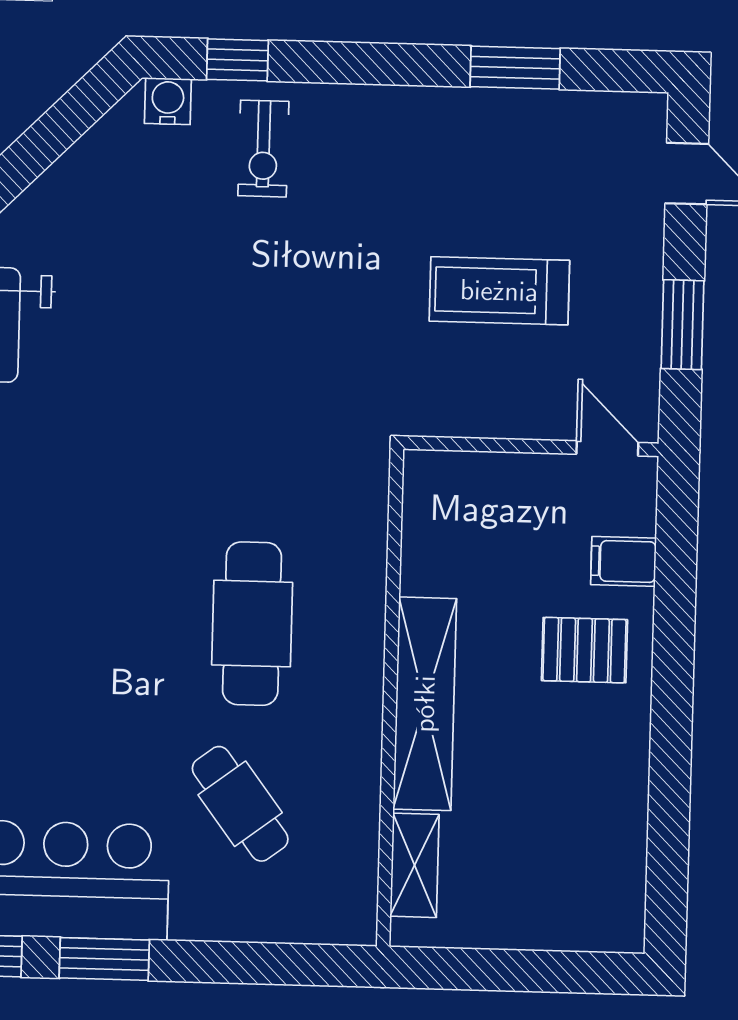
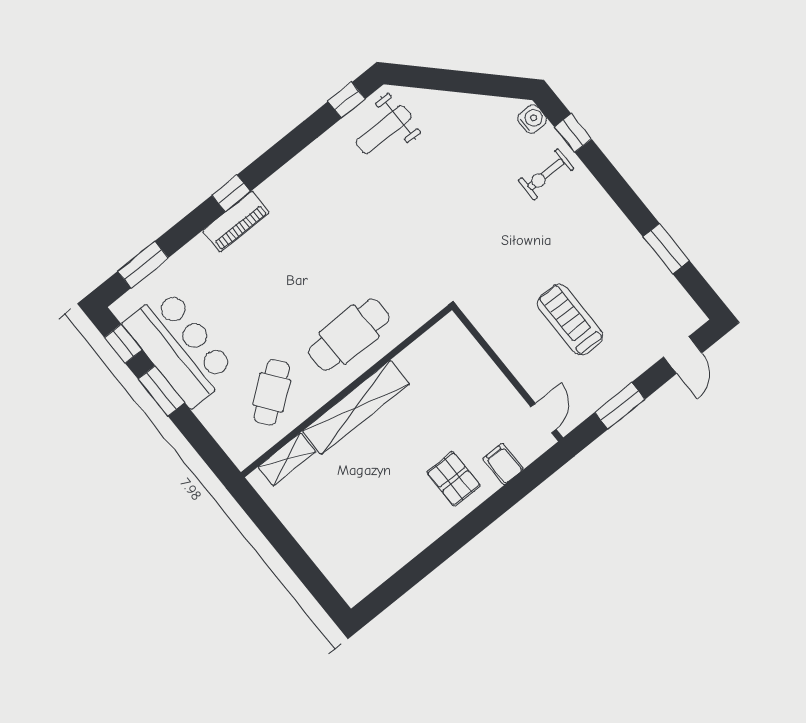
wall: (390, 698) -> (346, 391), moved
shelving: (425, 704) -> (356, 407), moved
shelving: (415, 865) -> (287, 459), moved

